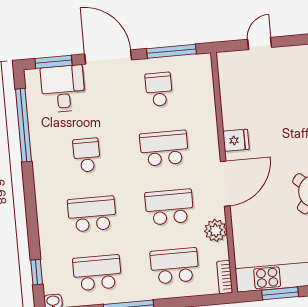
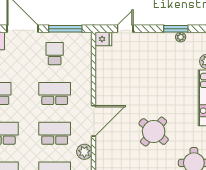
fridge: (236, 140) -> (103, 39), moved

